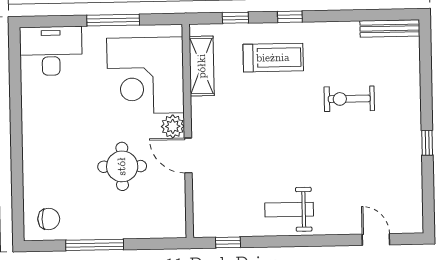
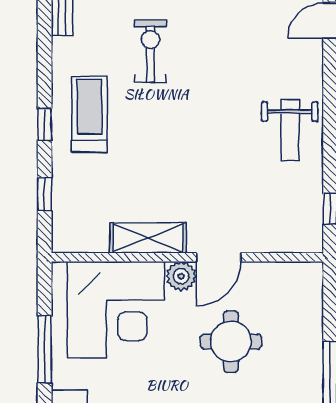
treadmill: (273, 58) -> (89, 114), moved
shelving: (202, 66) -> (148, 238), moved
exercise bike: (349, 99) -> (150, 51), turned 180

